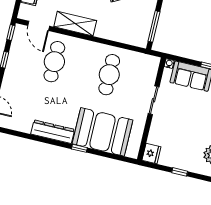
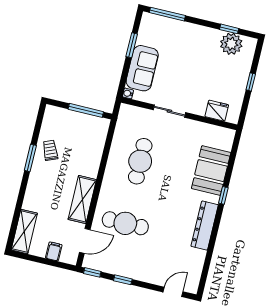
cafe table: (109, 75) -> (140, 161), turned 90
booth: (103, 132) -> (211, 171), width x0.73, depth x0.70
fridge: (151, 154) -> (217, 111), moved

